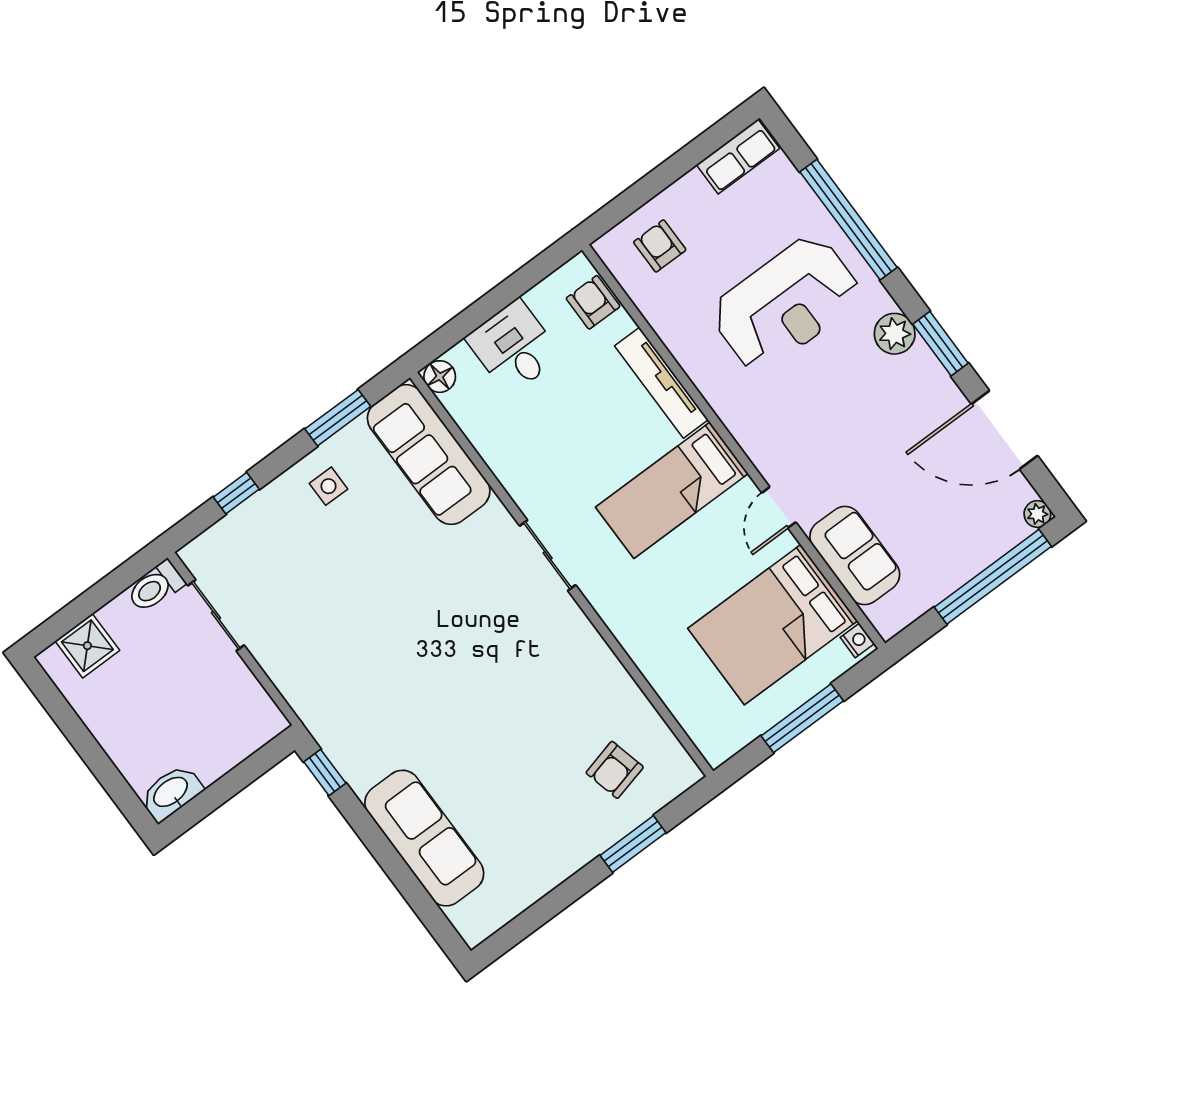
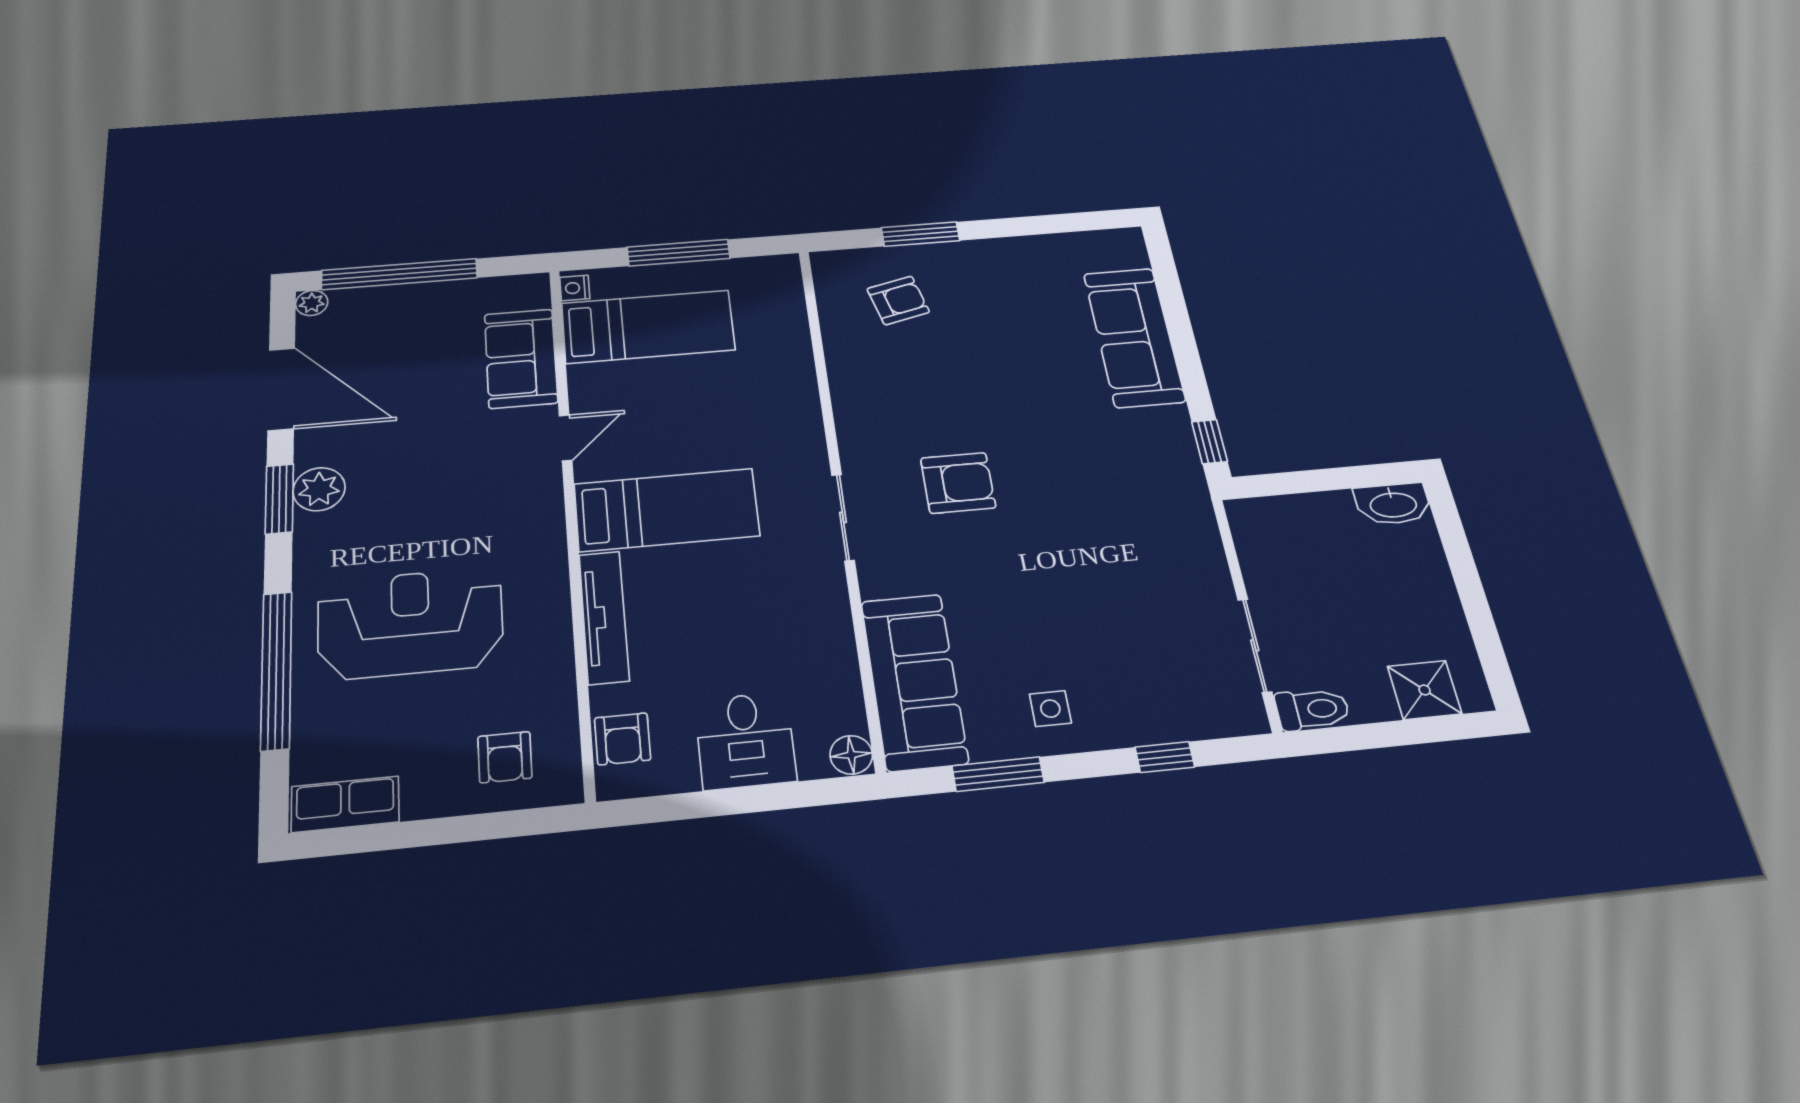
plant: (895, 334) -> (319, 489), moved
bed: (773, 625) -> (648, 327), width x0.67
armchair: (484, 631) -> (958, 483), added

